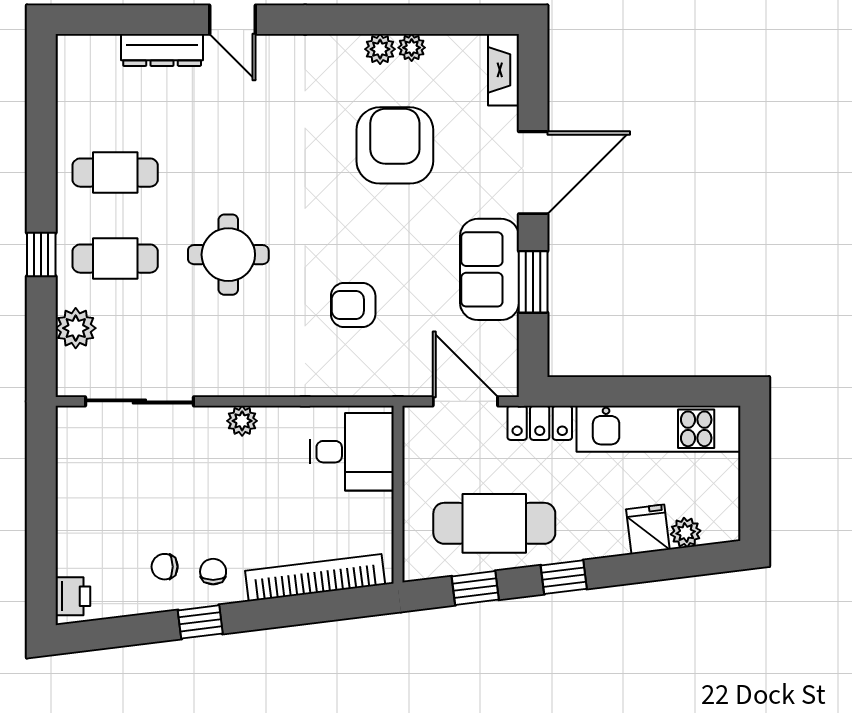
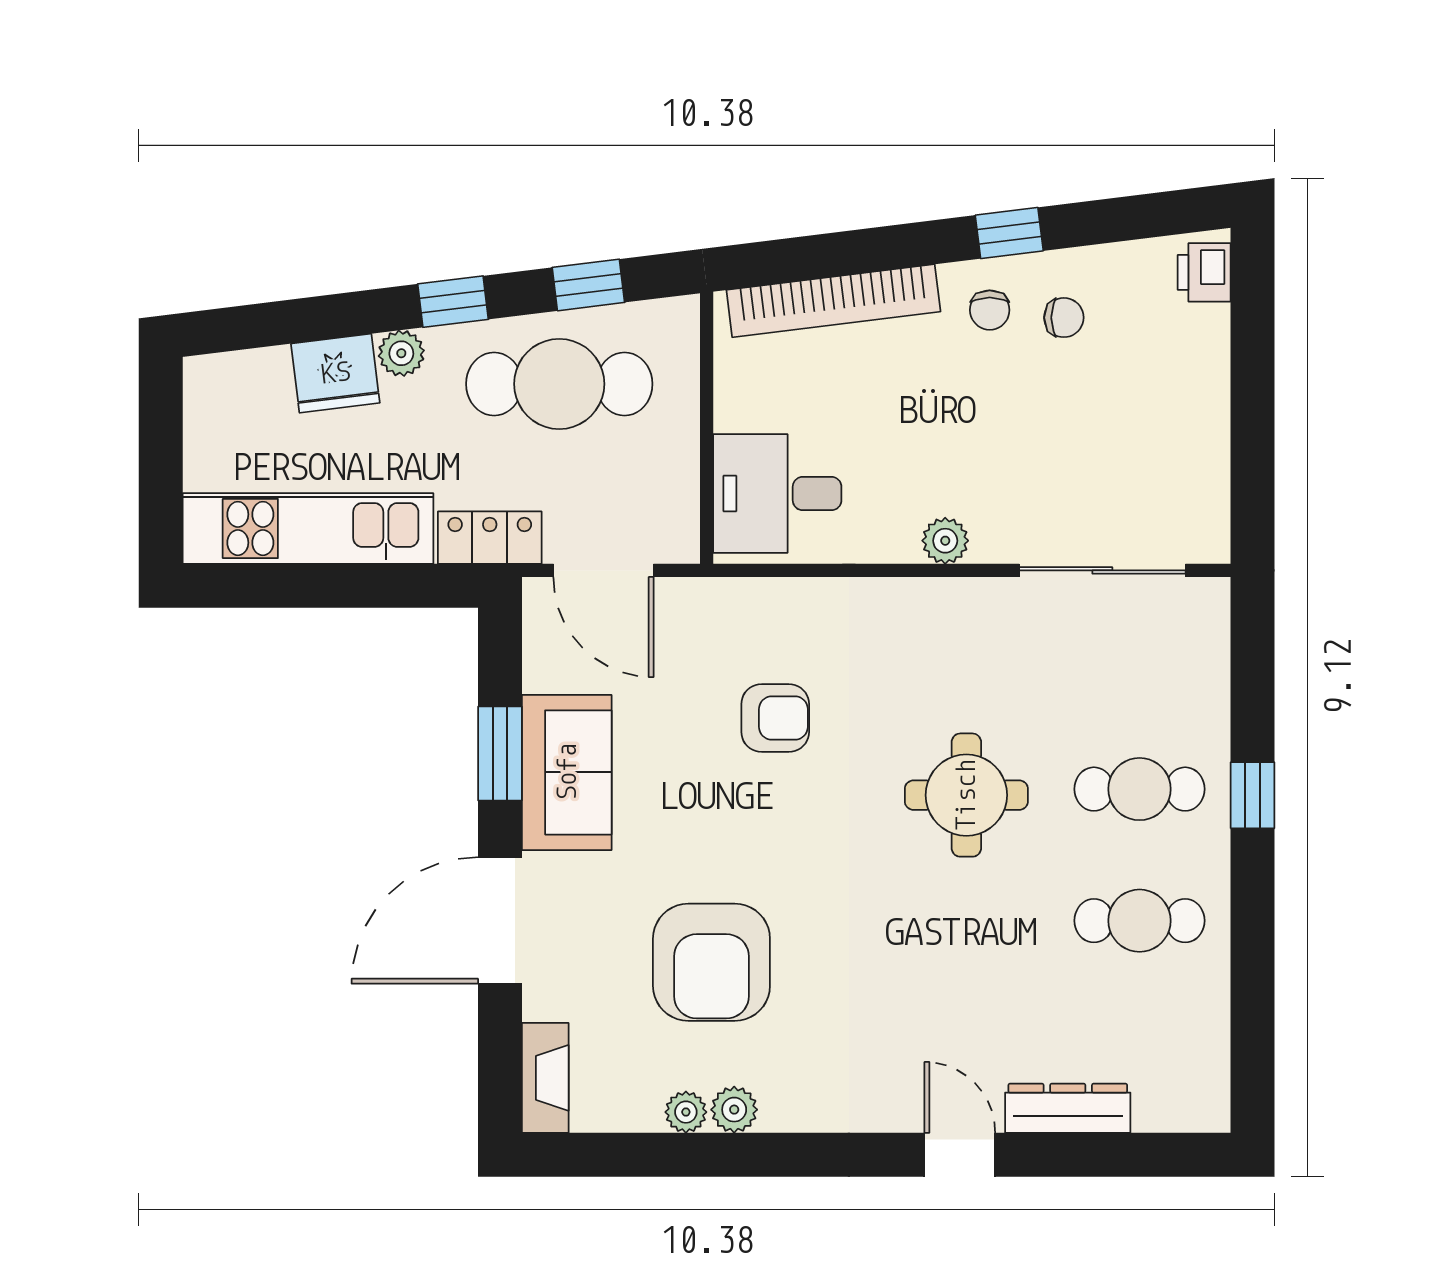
plant: (76, 328) -> (1200, 683), removed
fridge: (648, 529) -> (335, 373), width x1.38
plant: (686, 532) -> (401, 353), moved

